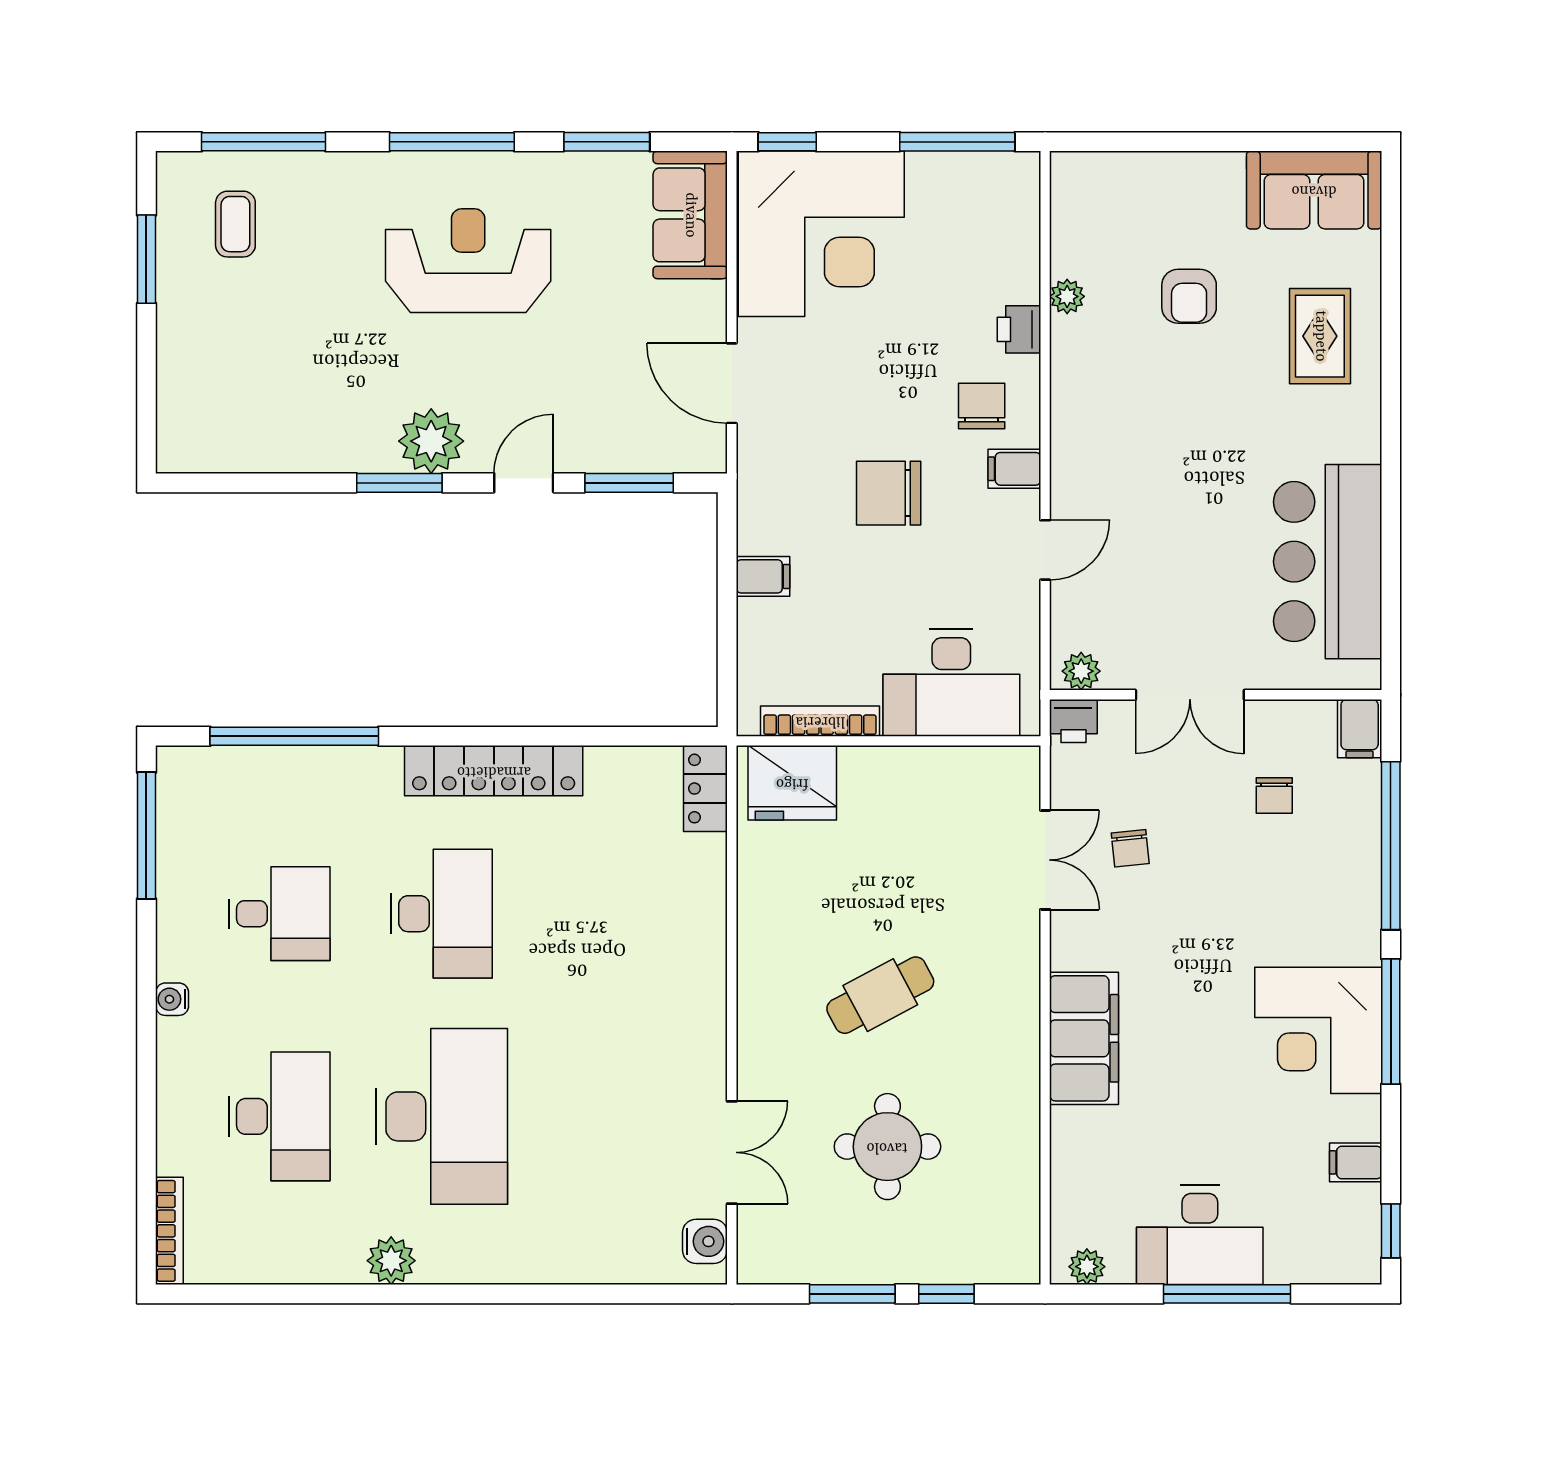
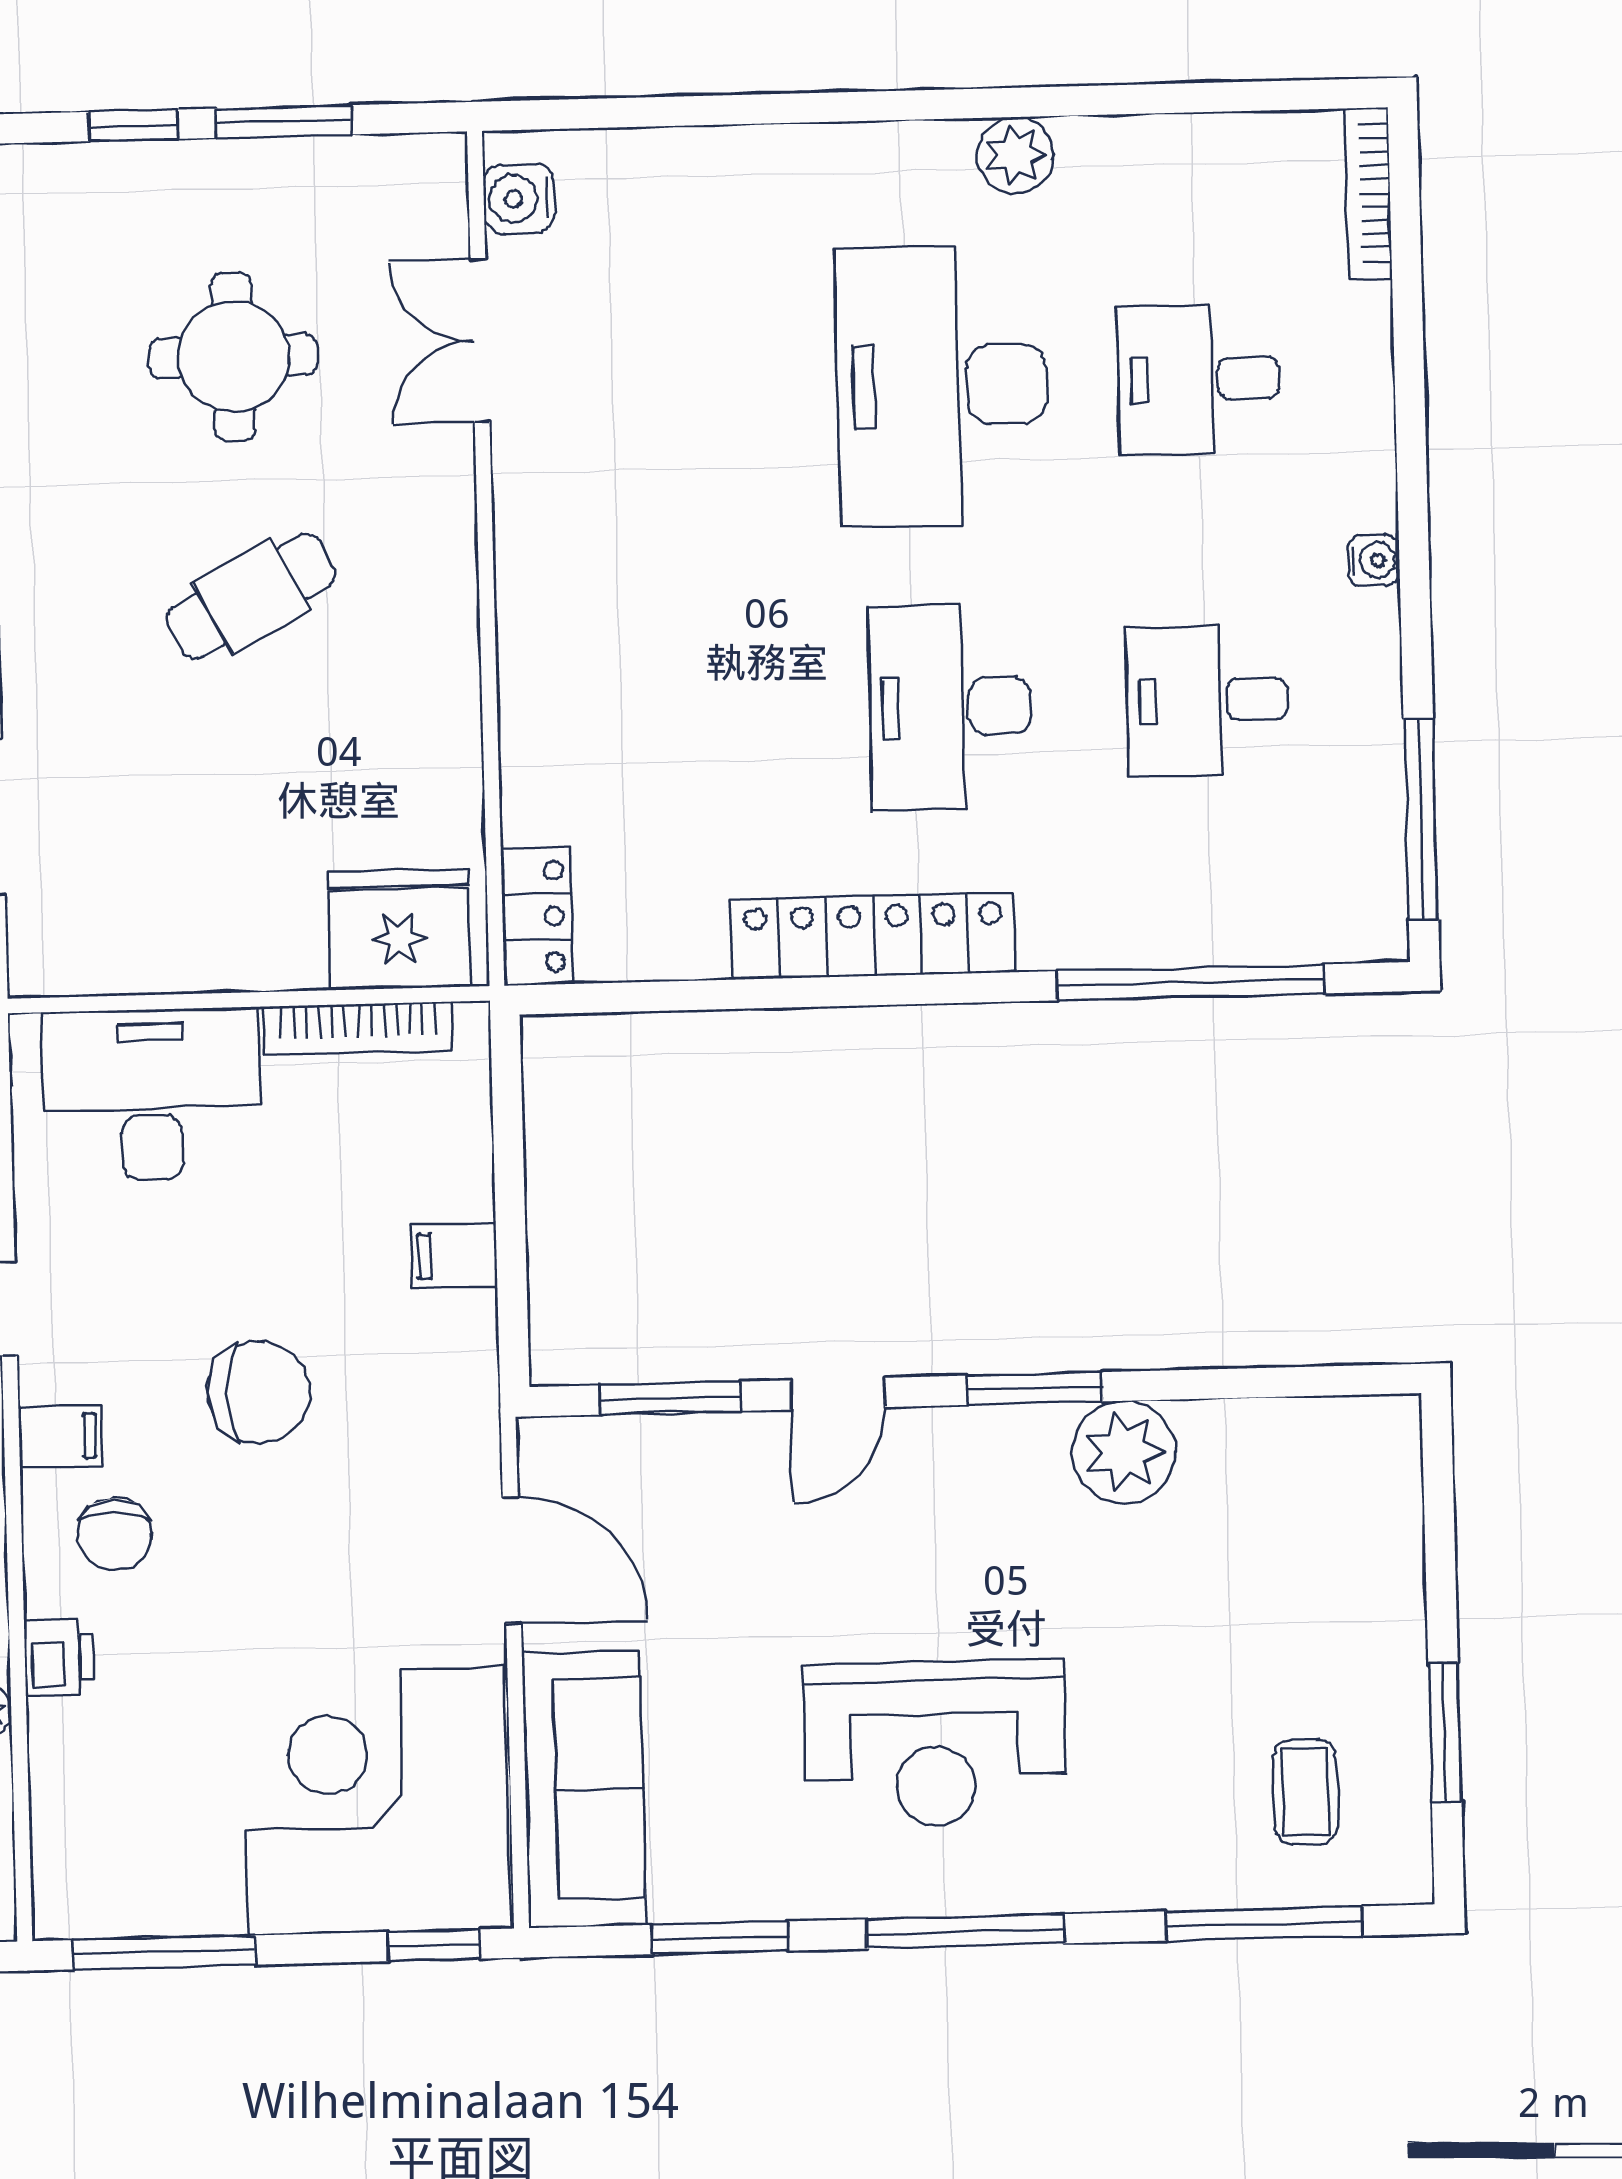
sofa: (690, 215) -> (584, 1789), width x1.36
plant: (431, 441) -> (1124, 1452), moved
desk: (279, 1116) -> (1199, 379), width x0.73

